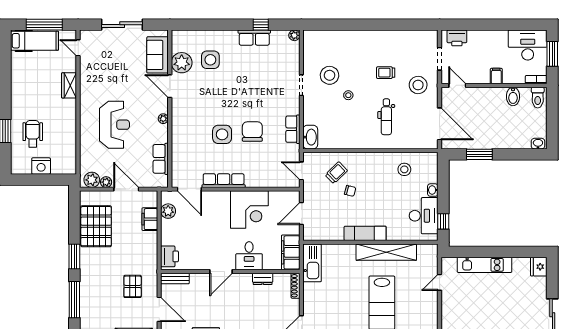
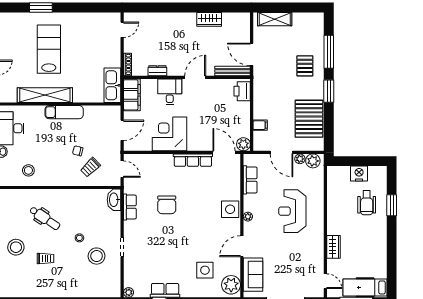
plant: (182, 63) -> (231, 285), moved
door: (170, 86) -> (242, 246), swing flipped
dental chair: (386, 117) -> (45, 218), turned 124
side table: (222, 134) -> (230, 209), moved
plant: (168, 211) -> (243, 144), moved
filing cabinet: (150, 219) -> (260, 125), width x0.50
bench: (175, 279) -> (233, 71), width x1.36
pallet: (133, 286) -> (305, 66), moved
door: (159, 309) -> (252, 54), moved

